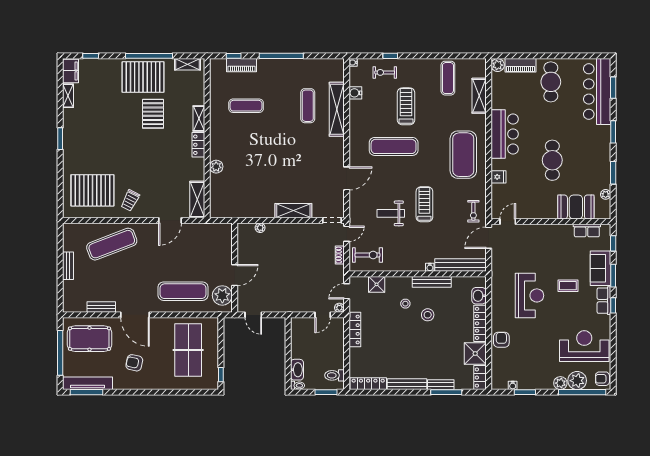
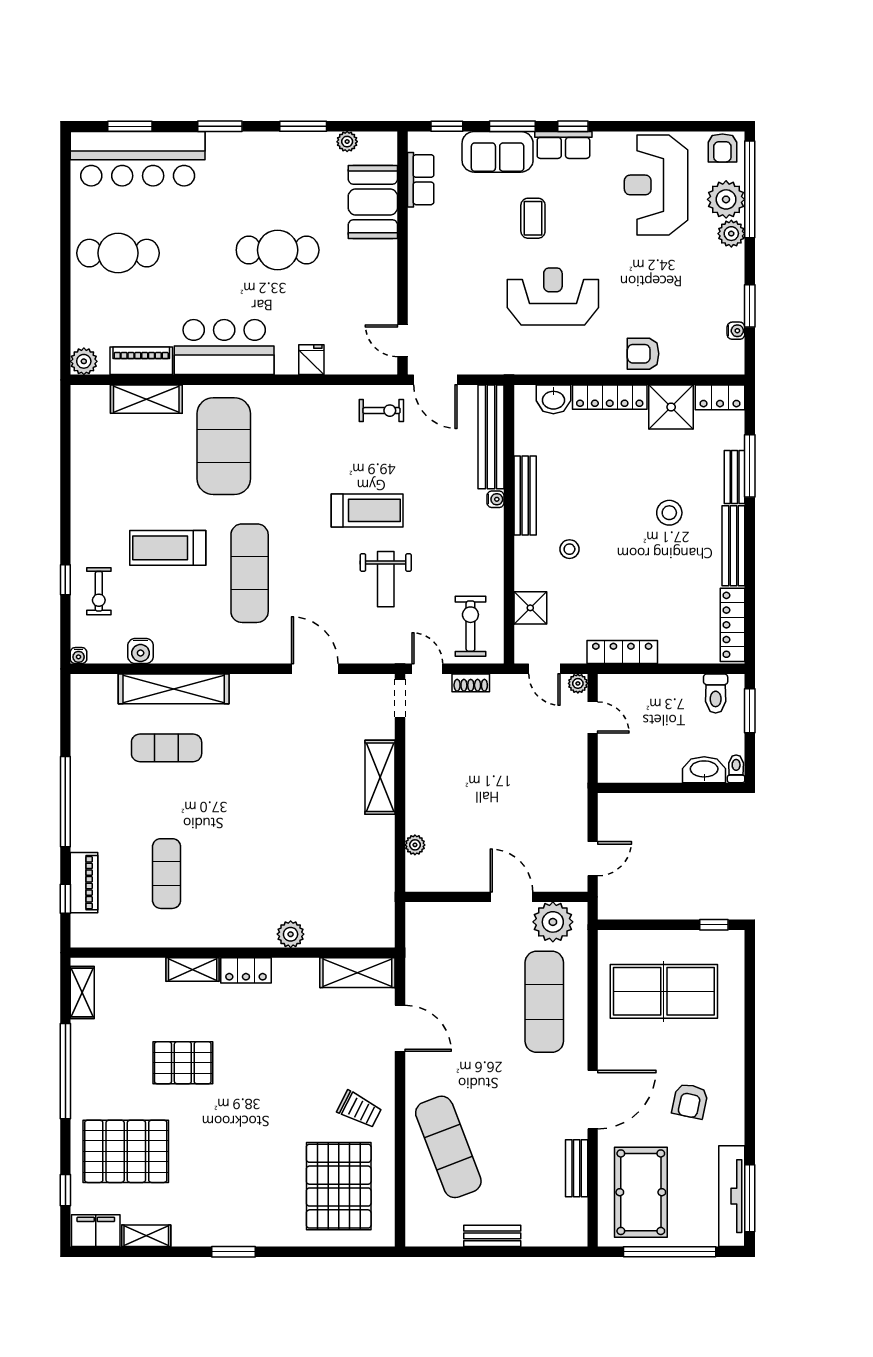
piano: (521, 65) -> (141, 361), moved, turned -90
pallet: (143, 77) -> (126, 1151), moved, turned 90
exercise mat: (448, 78) -> (110, 462), removed
exercise mat: (463, 155) -> (224, 446), moved, turned 90
treadmill: (424, 204) -> (367, 510), turned 180
stool: (428, 315) -> (669, 513), moved

